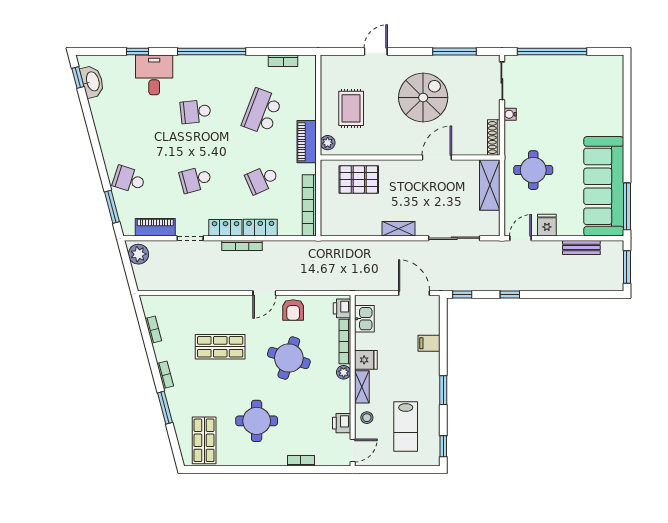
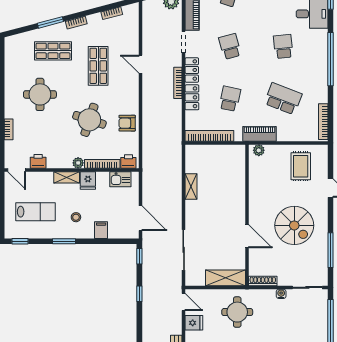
bookcase: (283, 61) -> (323, 122), width x1.56
rug: (351, 108) -> (301, 166), moved, turned 90
school desk: (262, 179) -> (230, 99), turned 36
pallet: (359, 179) -> (230, 175), removed
shelving: (398, 229) -> (191, 187), moved
door: (264, 293) -> (140, 64), moved
door: (414, 293) -> (140, 218), hinge flipped
stool: (367, 418) -> (76, 217), moved
lab bench: (406, 426) -> (36, 212), turned 180
shop shelf: (204, 440) -> (53, 51), moved

